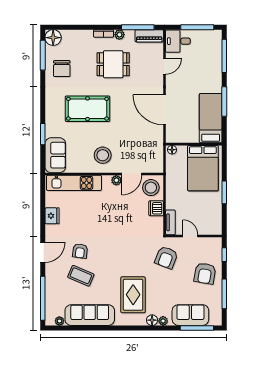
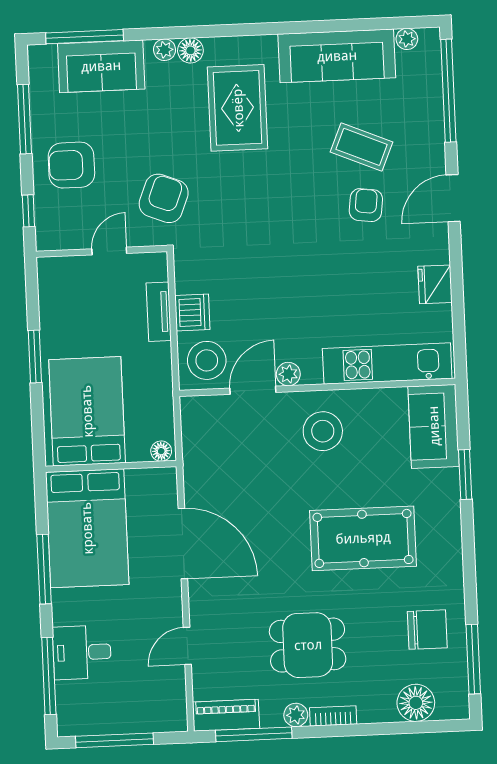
floor lamp: (53, 38) -> (416, 703), moved
desk: (178, 41) -> (82, 652), moved, turned 180
chair: (62, 69) -> (427, 630), turned 90
bed: (211, 118) -> (87, 528), width x1.50
tv unit: (170, 222) -> (159, 312), moved
door: (190, 236) -> (109, 251), swing flipped
armchair: (205, 273) -> (71, 165), turned -100

